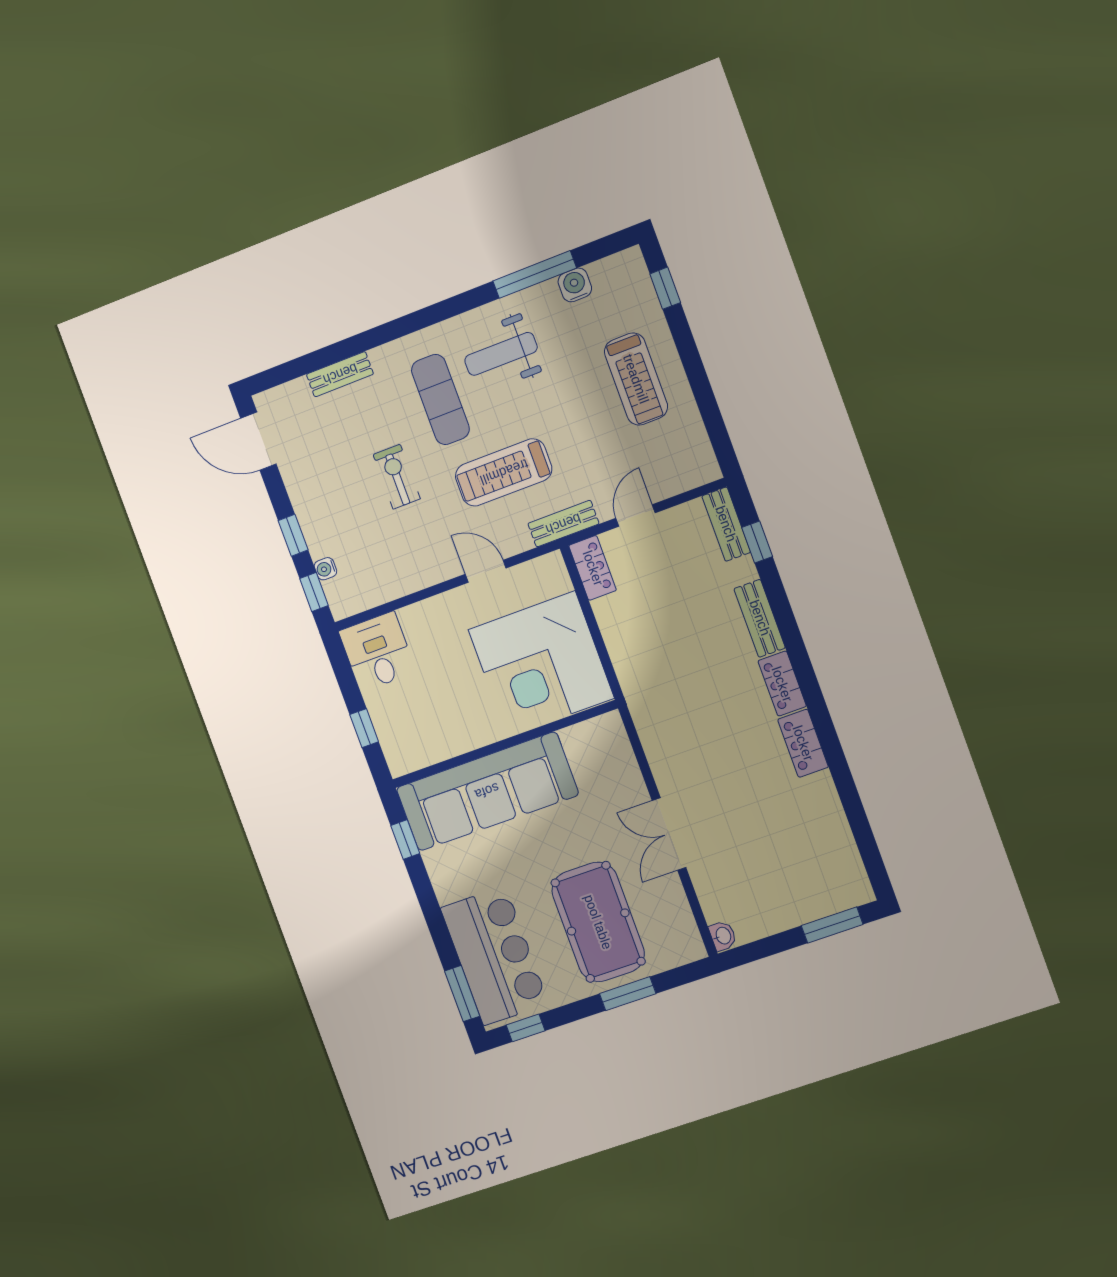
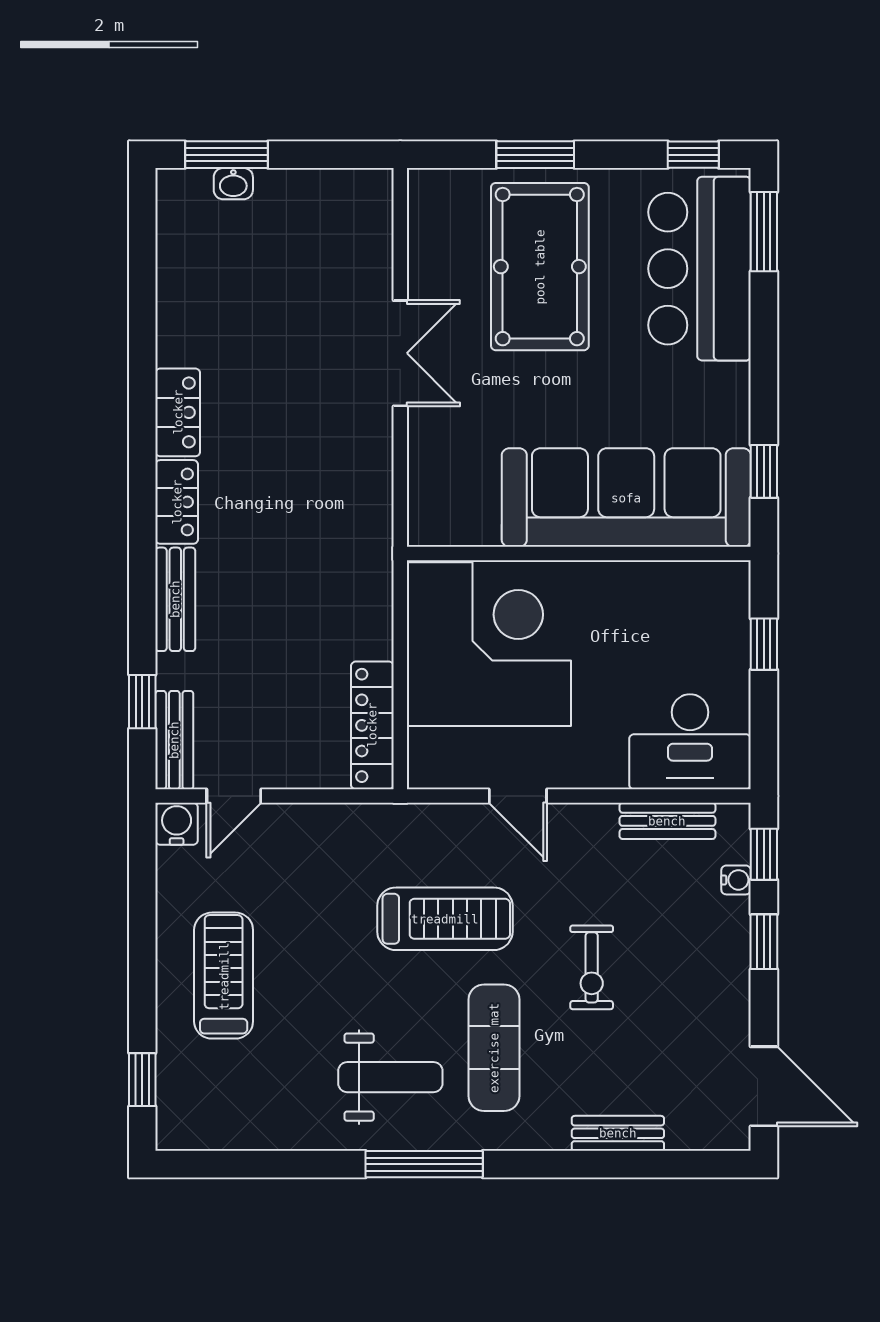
window: (535, 274) -> (424, 1164), moved
water cooler: (575, 285) -> (177, 824), moved, turned 180
door: (636, 515) -> (234, 796), moved
bench: (563, 524) -> (667, 821), moved
locker: (593, 568) -> (372, 725), width x1.53
desk: (377, 652) -> (690, 742), width x1.37
washbasin: (723, 936) -> (233, 184), moved, turned -90

